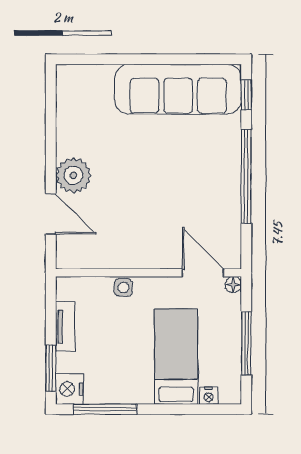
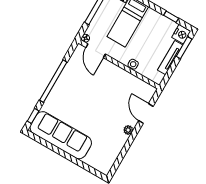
plant: (73, 175) -> (128, 130), width x0.53, depth x0.53
tv unit: (65, 327) -> (170, 58), width x1.41
window: (105, 409) -> (171, 17), width x0.46

